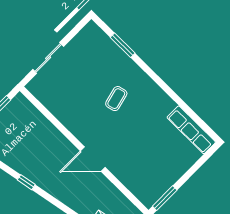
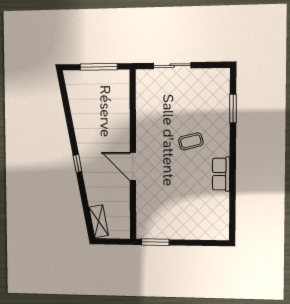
row of seats: (191, 130) -> (221, 174), moved, width x0.68
window: (26, 182) -> (77, 163), moved

